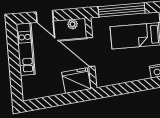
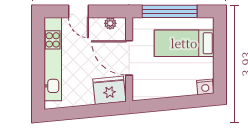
kitchen unit: (26, 49) -> (53, 59), width x1.36

